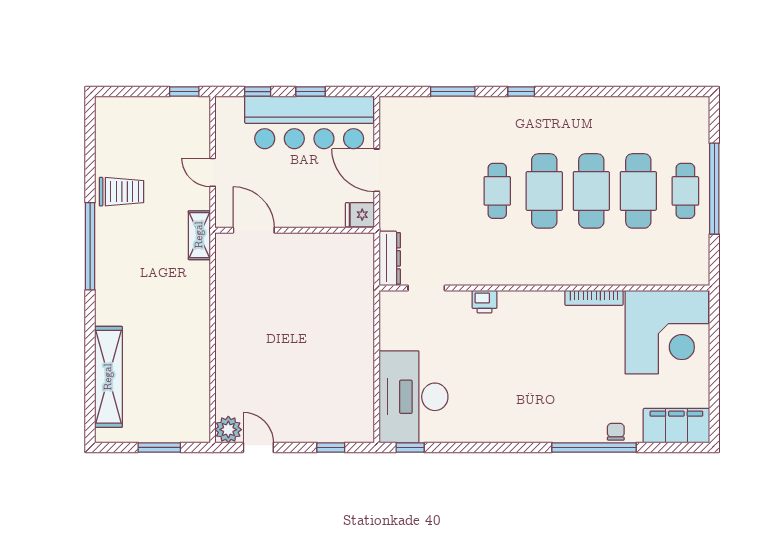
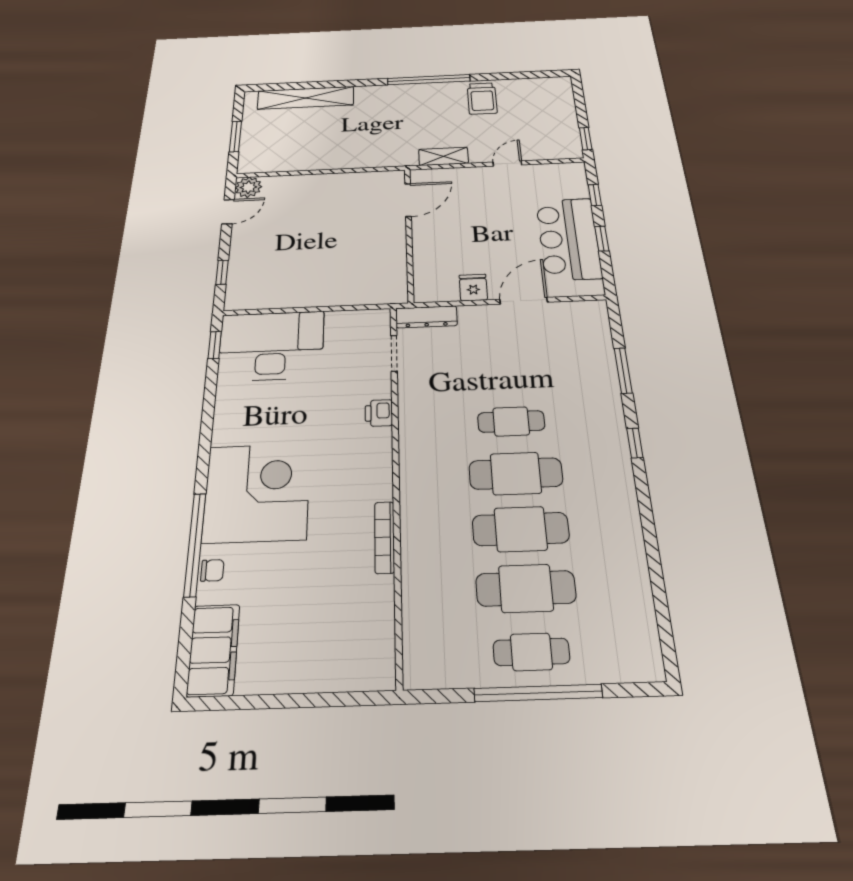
bar counter: (309, 122) -> (569, 239), width x0.73
door: (254, 230) -> (408, 200), moved
wall: (295, 230) -> (409, 233), moved
corner desk: (667, 332) -> (257, 492), moved, turned 180

